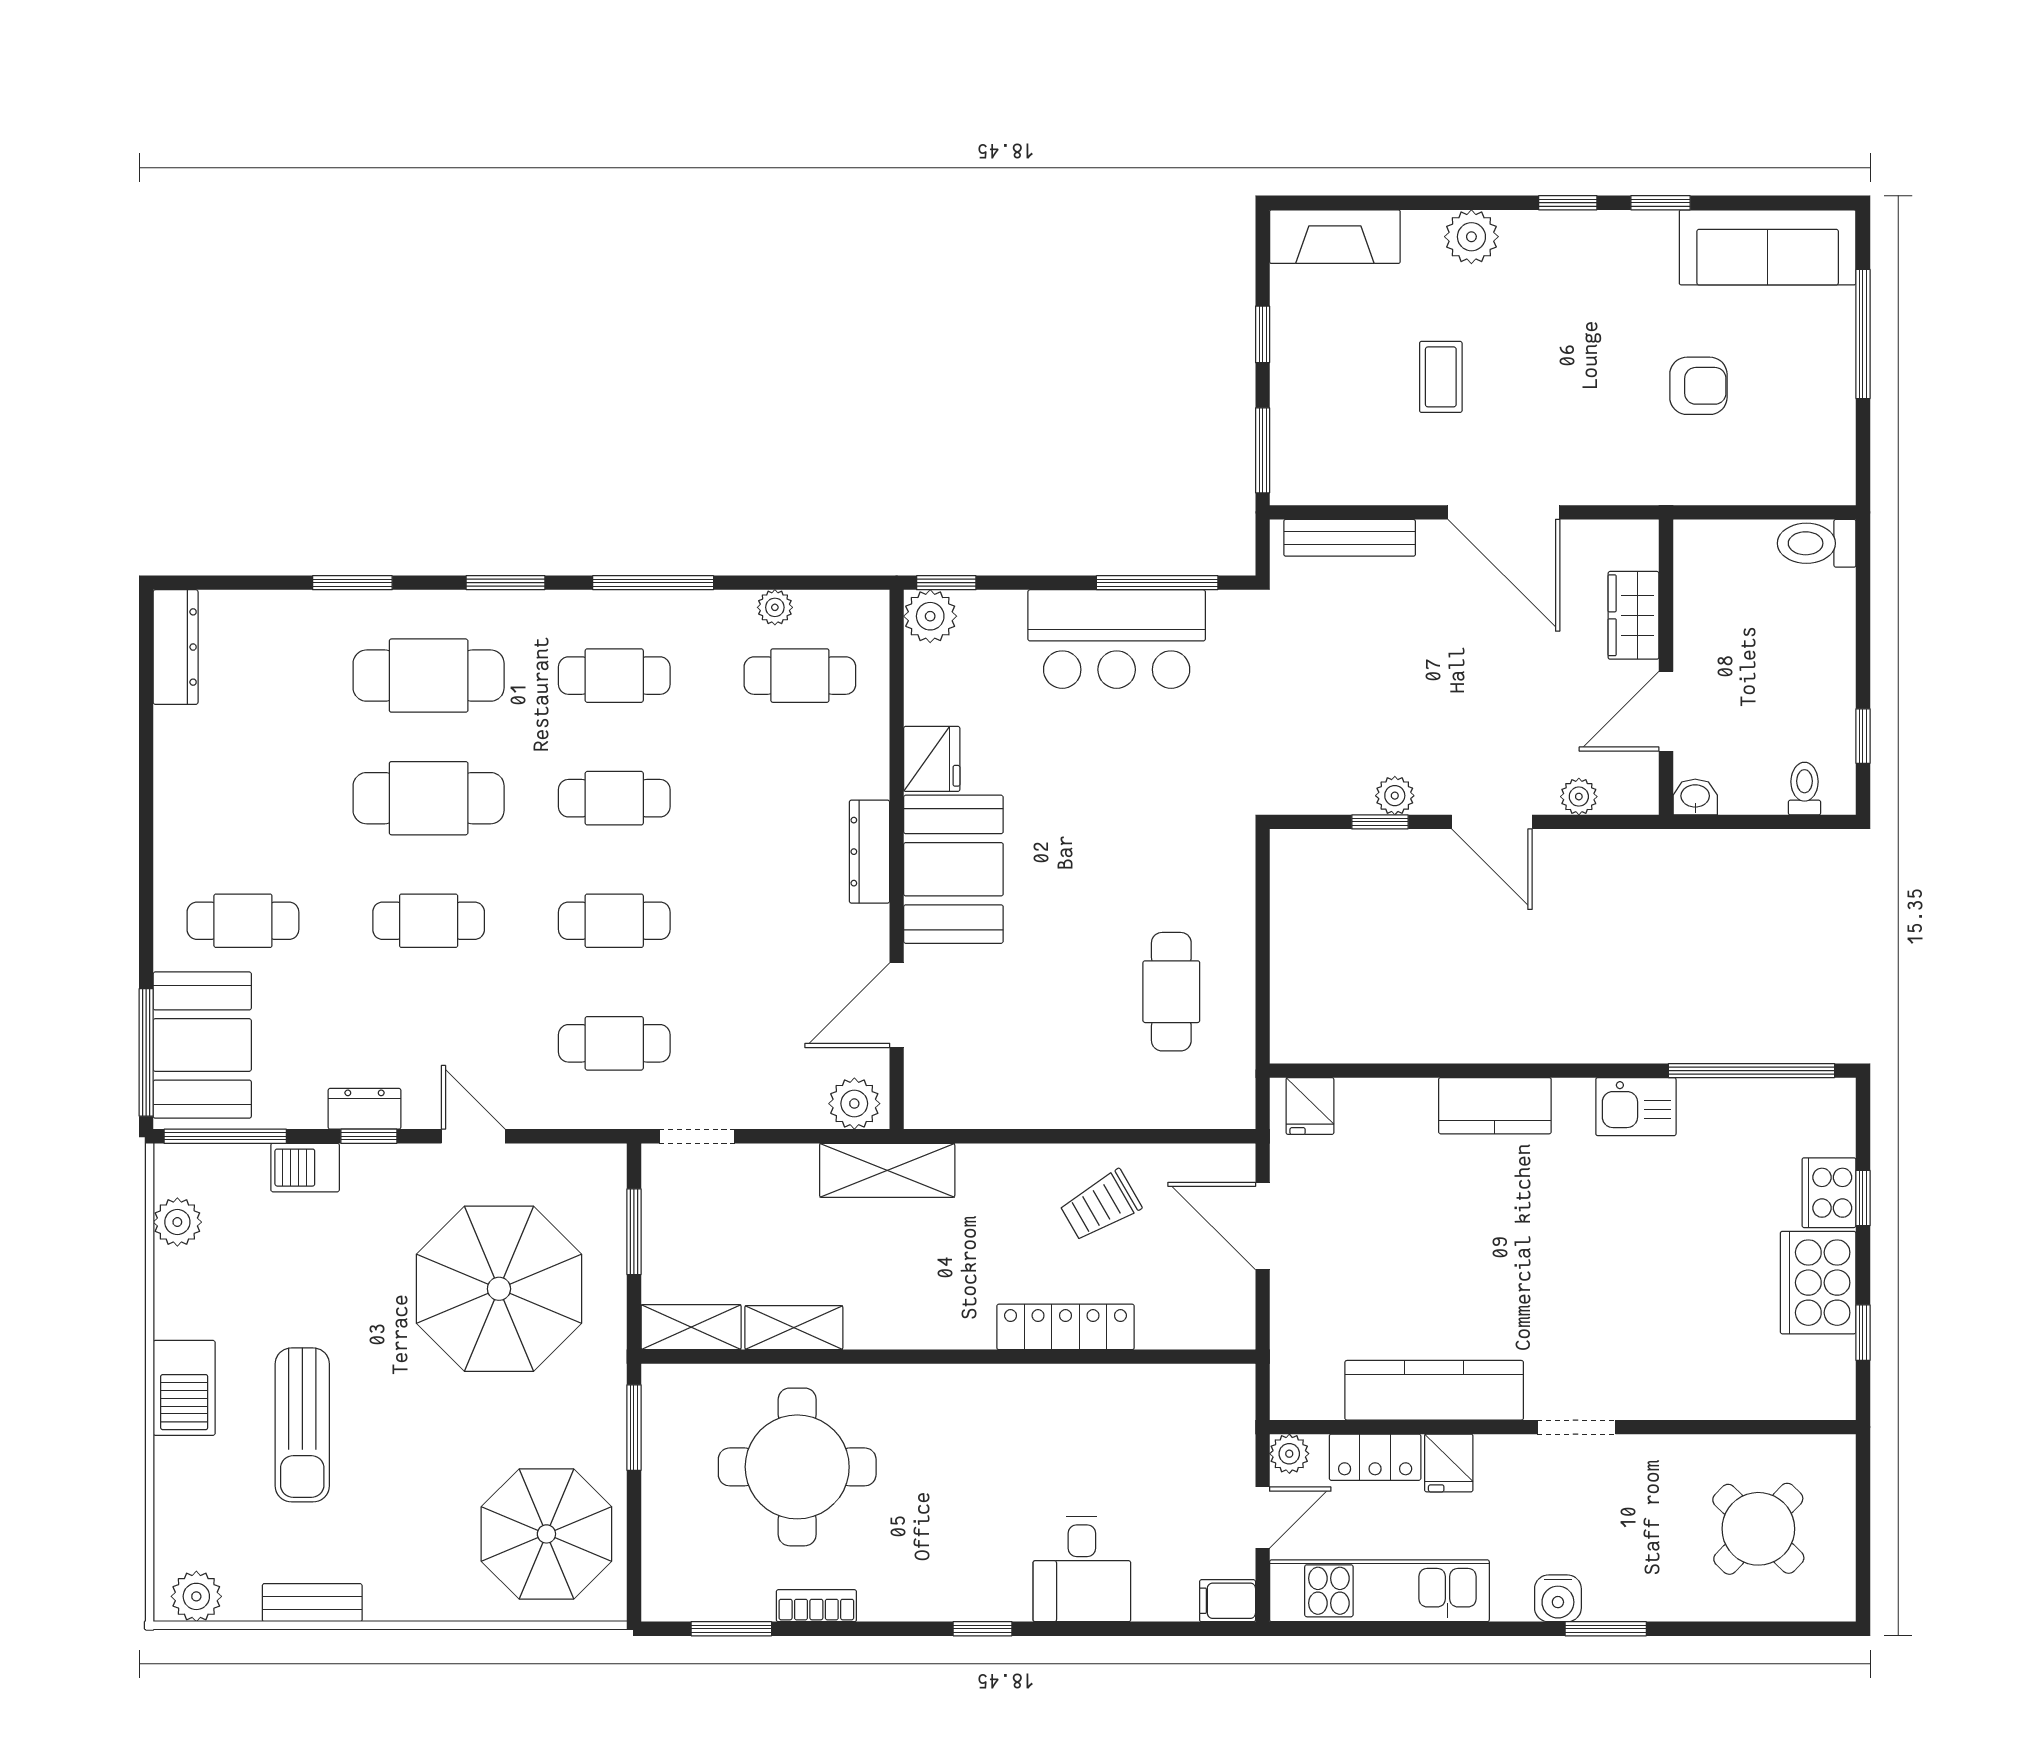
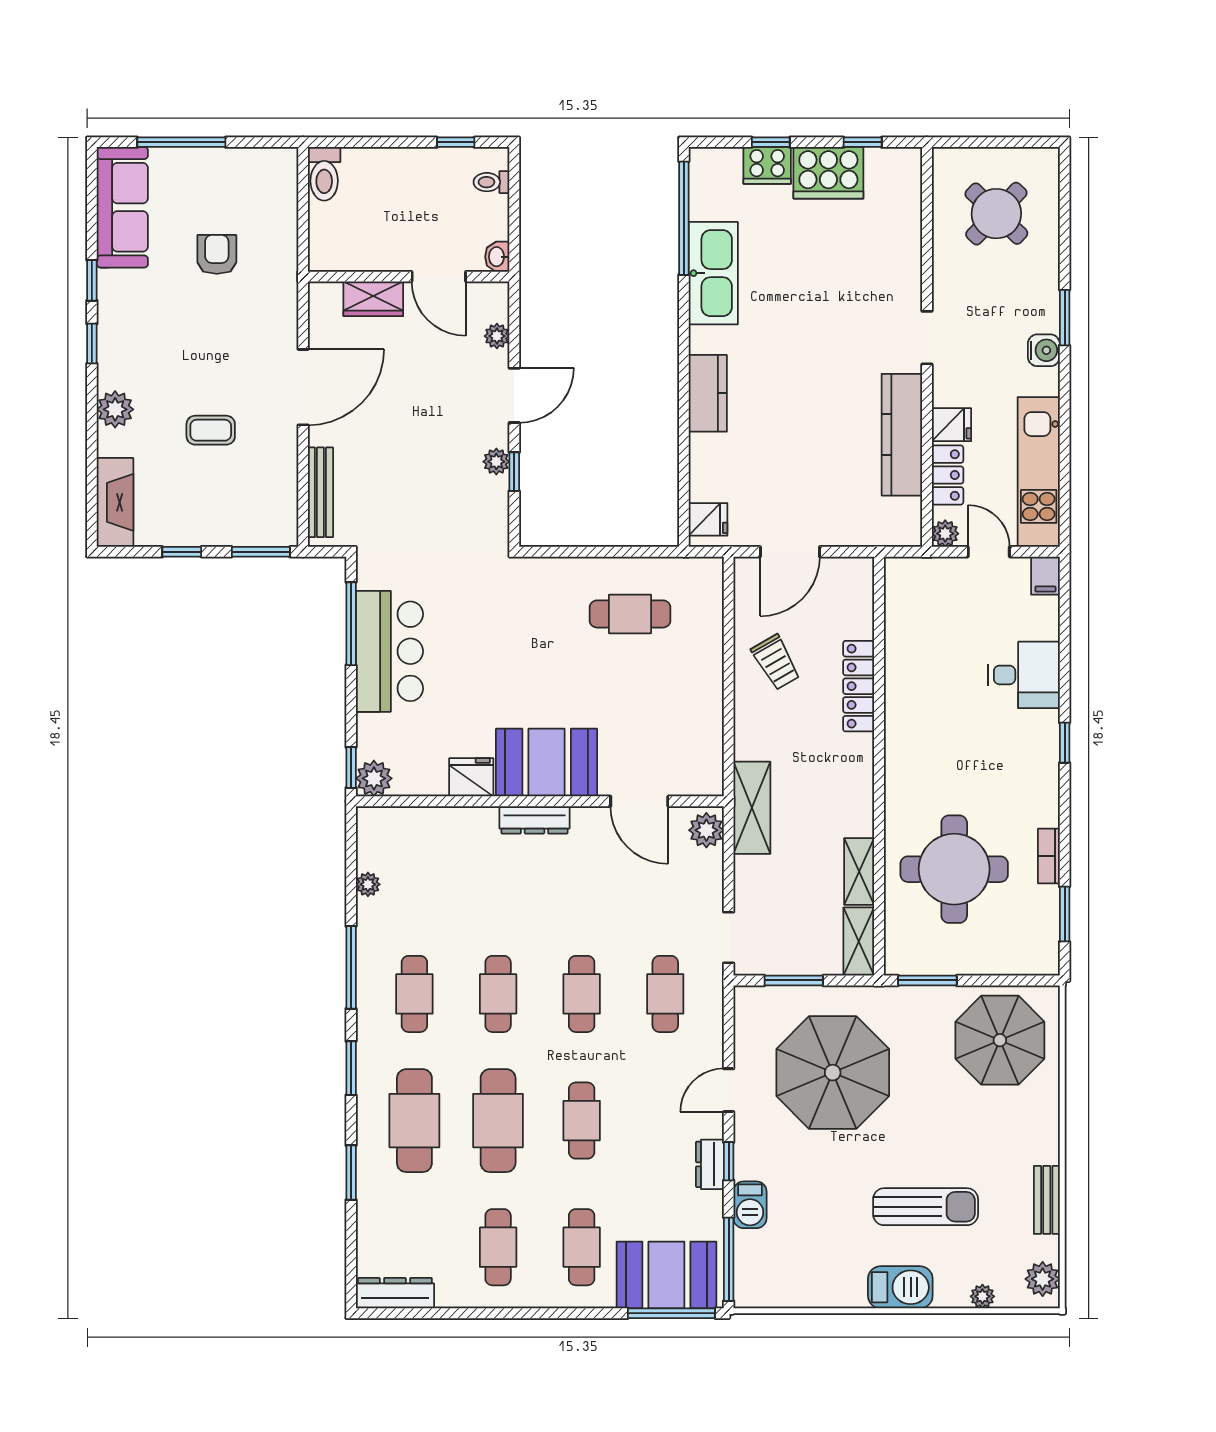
cafe table: (800, 676) -> (498, 1247), moved
kitchen sink: (1636, 1107) -> (713, 273), width x1.87, depth x1.24
plant: (177, 1222) -> (982, 1296), moved, width x0.73, depth x0.73

